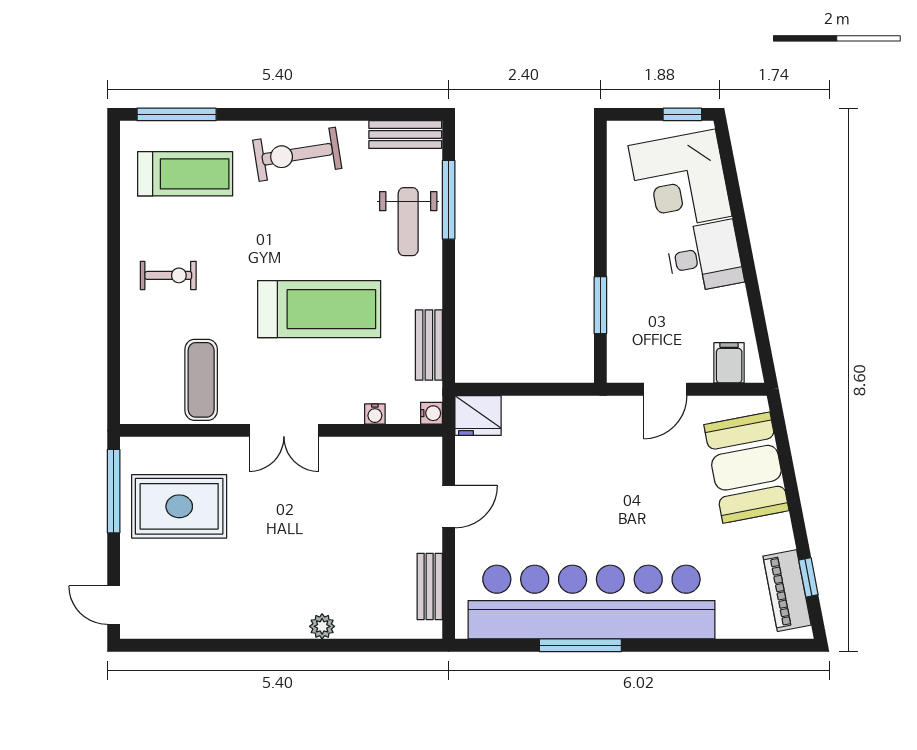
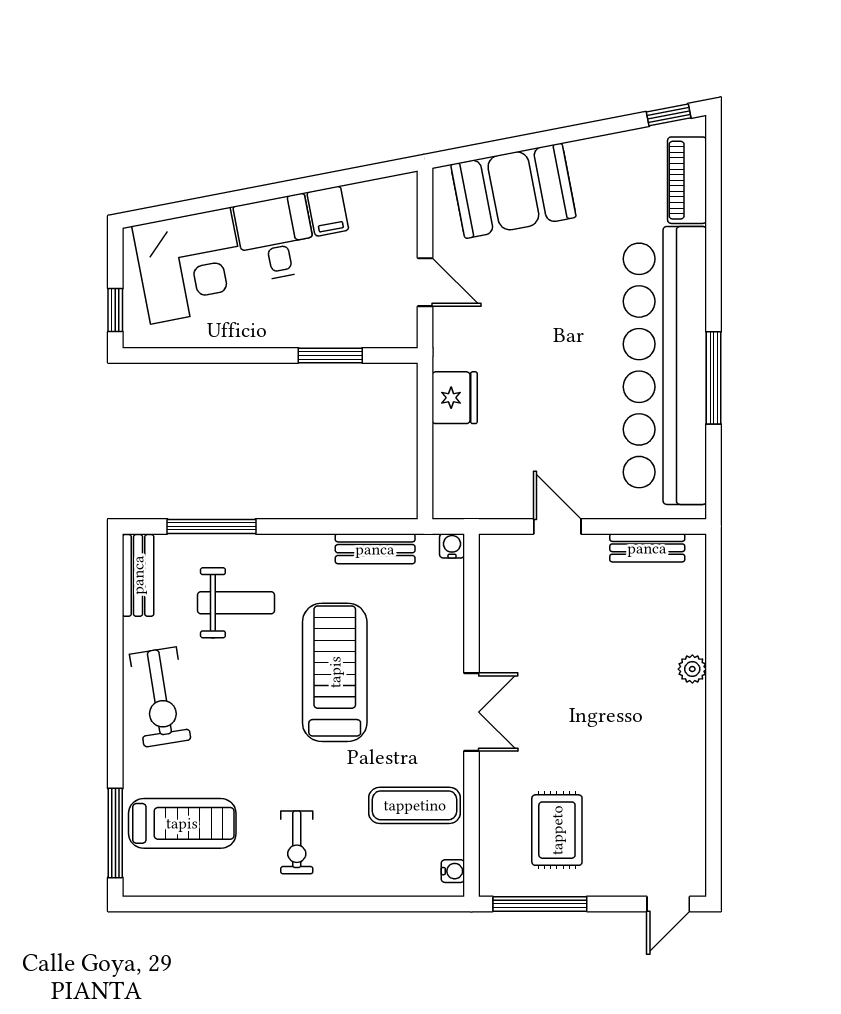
window: (682, 114) -> (115, 310), moved
treadmill: (185, 174) -> (182, 823), turned 90
weight bench: (408, 222) -> (236, 603), moved
exercise bike: (168, 275) -> (297, 842), turned 180
filing cabinet: (729, 363) -> (328, 211), moved, turned -101
water cooler: (375, 414) -> (453, 871), moved
fridge: (478, 416) -> (455, 398), moved
rug: (179, 506) -> (557, 830), width x0.73, depth x0.70
window: (808, 577) -> (669, 115), moved
piano: (787, 591) -> (687, 180), moved, turned 101

